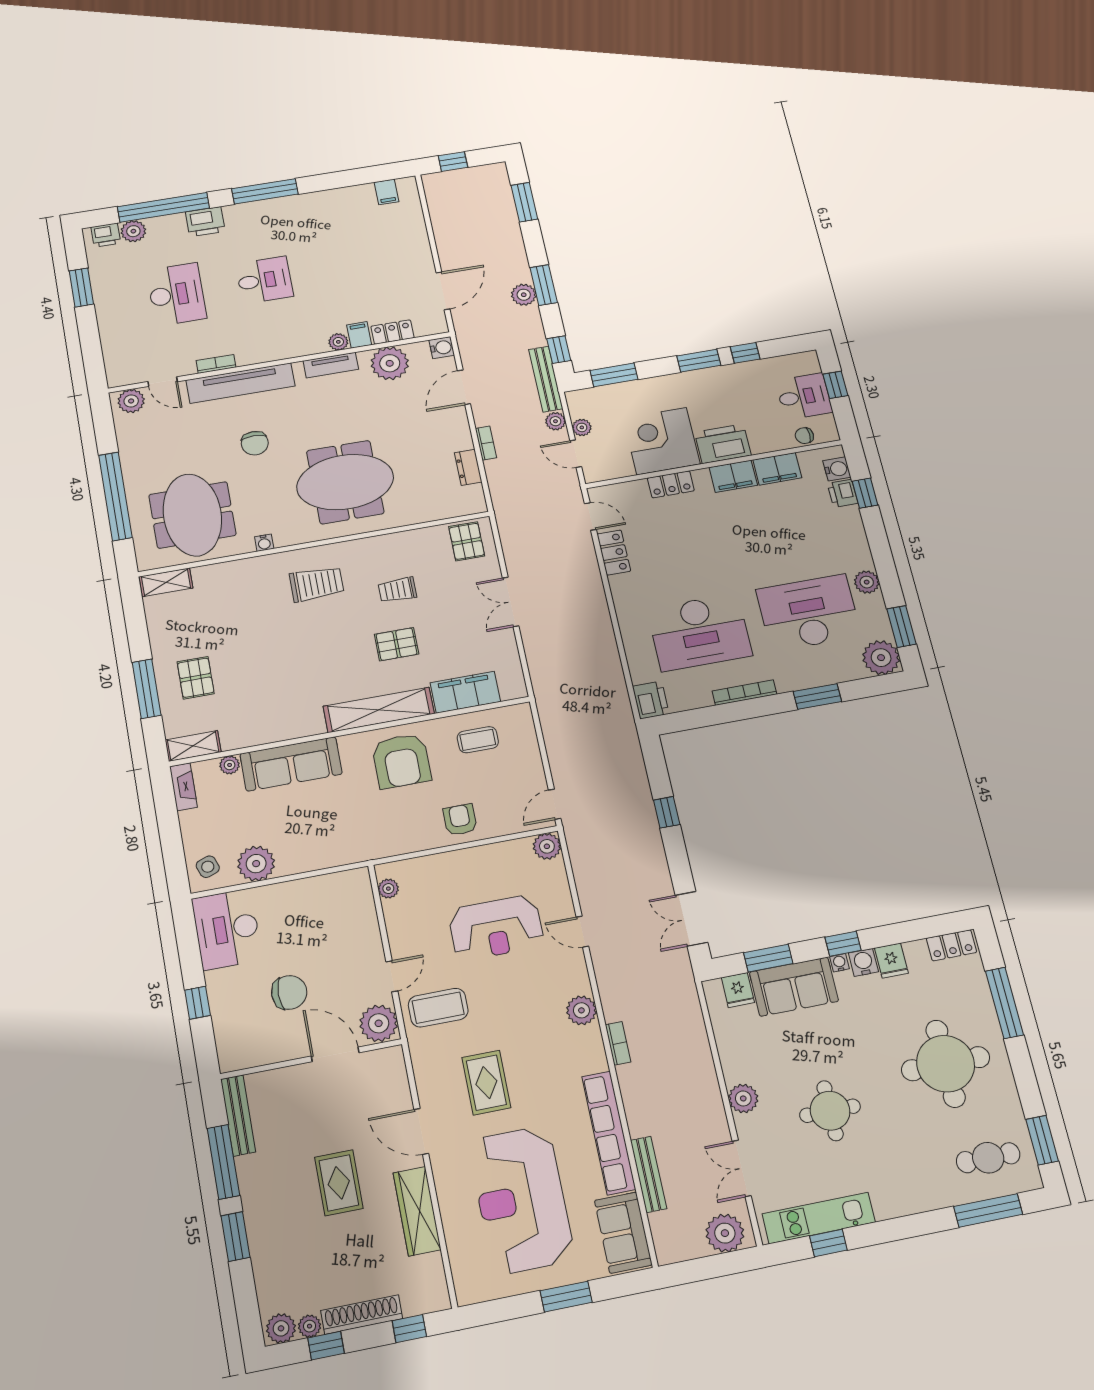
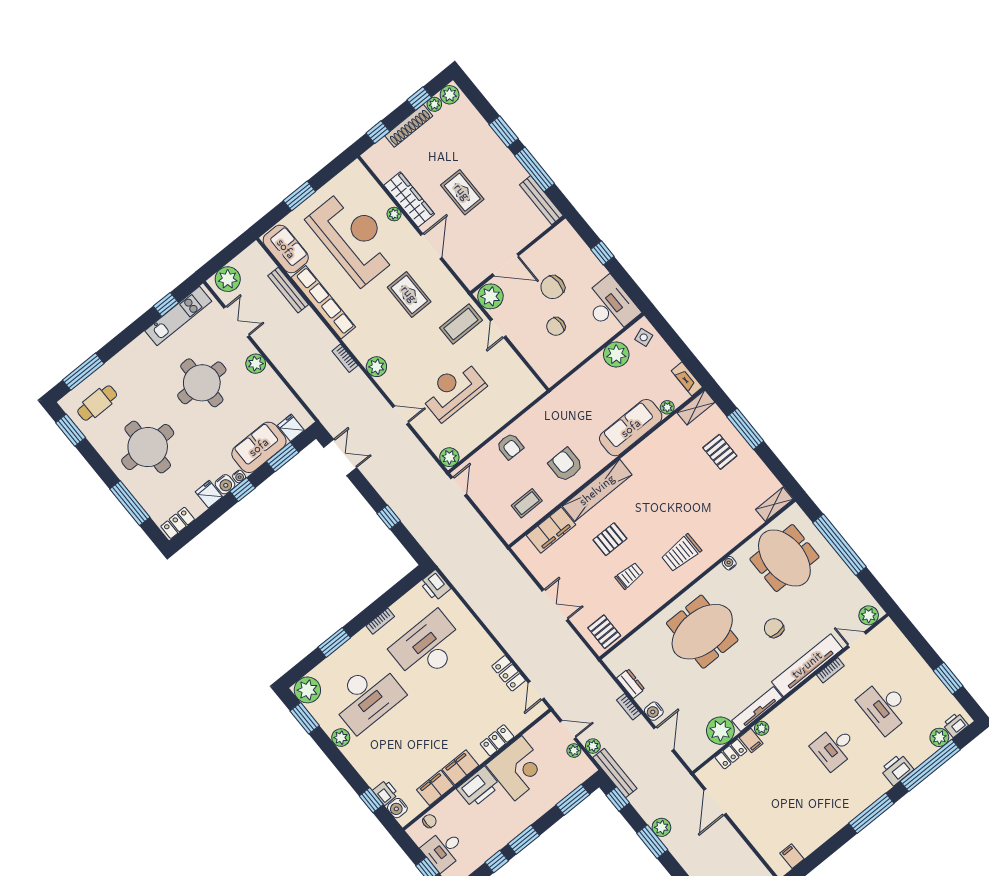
water cooler: (442, 348) -> (654, 711), moved
tv unit: (331, 365) -> (757, 709), width x1.41
door: (590, 516) -> (536, 690), hinge flipped
bookcase: (744, 693) -> (380, 621), width x0.64
armchair: (401, 761) -> (566, 465), width x0.73, depth x0.73
plant: (388, 889) -> (394, 214), moved
chair: (314, 940) -> (556, 326), added
round table: (830, 1111) -> (202, 383), width x1.36, depth x1.36
door: (421, 1131) -> (431, 246), hinge flipped

